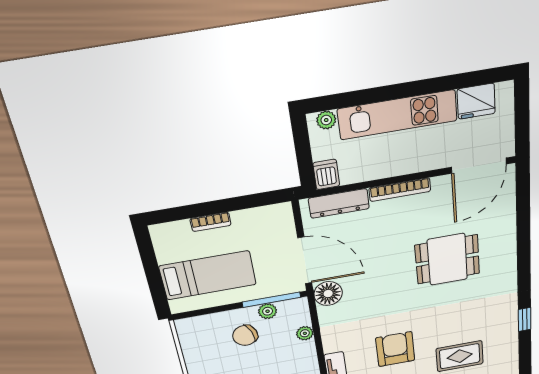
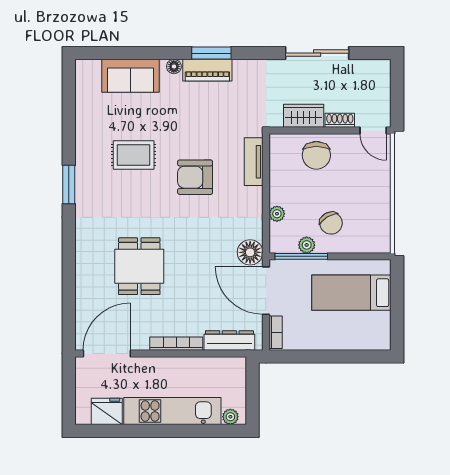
dishwasher: (326, 174) -> (237, 369), removed
bookcase: (211, 222) -> (276, 332), moved, turned 90
dining table: (447, 259) -> (139, 266), turned 90
window: (525, 319) -> (69, 185), width x1.50
chair: (245, 335) -> (331, 223), turned 80
armchair: (395, 349) -> (195, 177), turned 90

